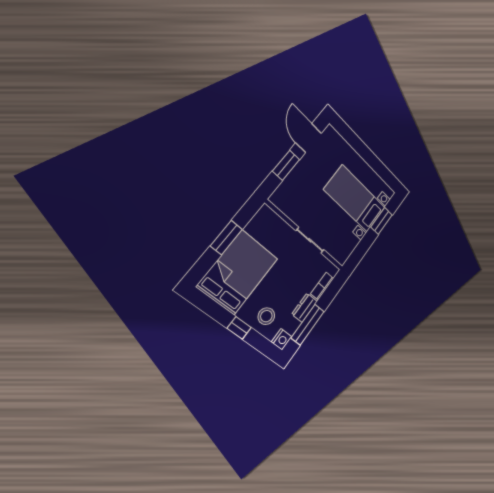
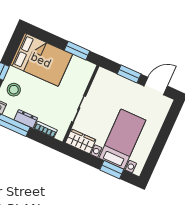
window: (226, 238) -> (77, 51), moved
wardrobe: (345, 248) -> (81, 141), added

